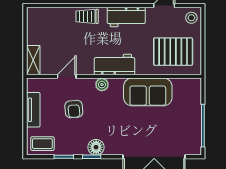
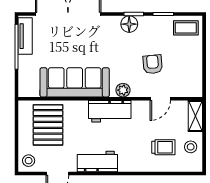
trolley: (87, 16) -> (163, 147), moved
stool: (38, 31) -> (191, 147), added
pallet: (173, 52) -> (48, 125), turned 90
sofa: (148, 92) -> (75, 82), width x1.36
tv unit: (33, 110) -> (25, 36), moved, turned 180

